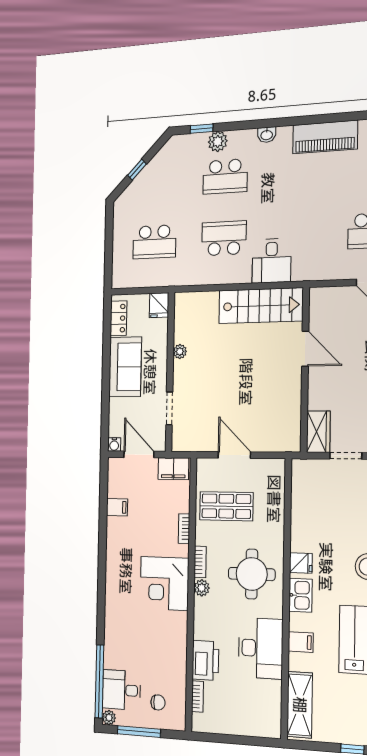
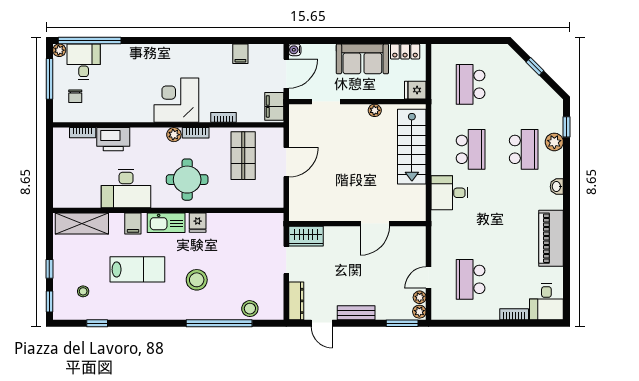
school desk: (225, 176) -> (524, 149), turned 180
stairs: (261, 306) -> (412, 147), moved
kitchen sink: (300, 595) -> (166, 223), width x1.38

